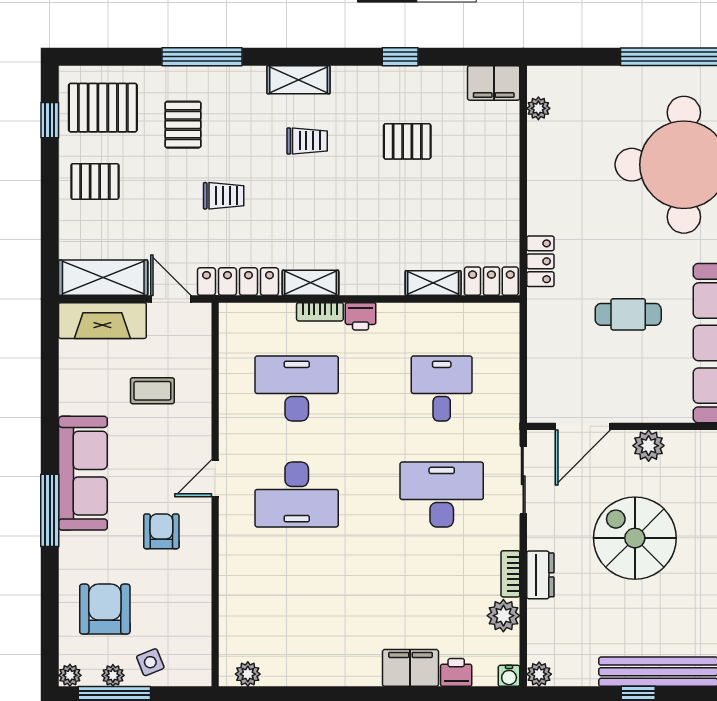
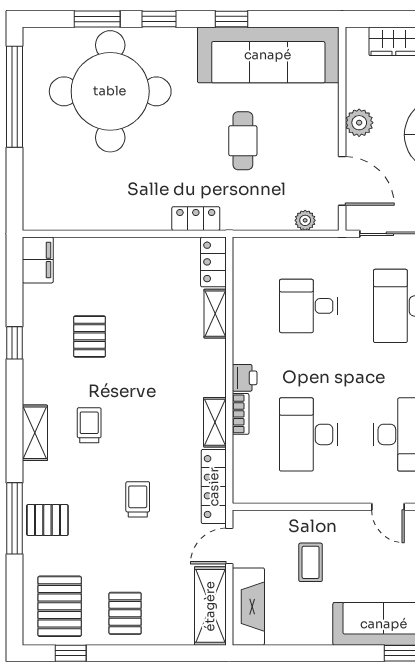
plant: (538, 108) -> (305, 220), moved
pallet: (183, 125) -> (47, 520), moved

